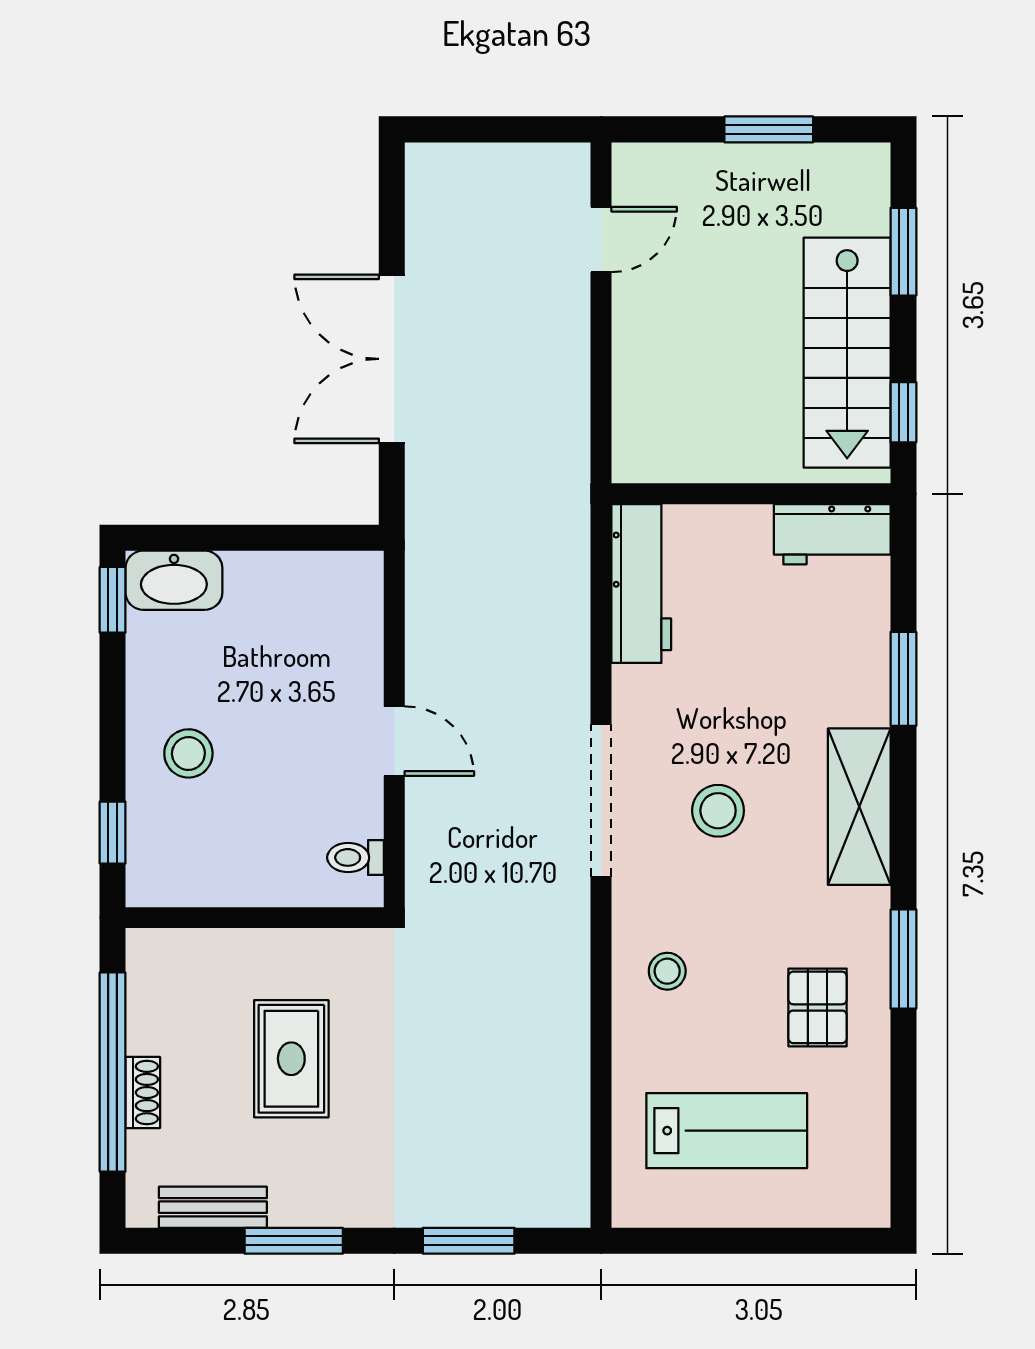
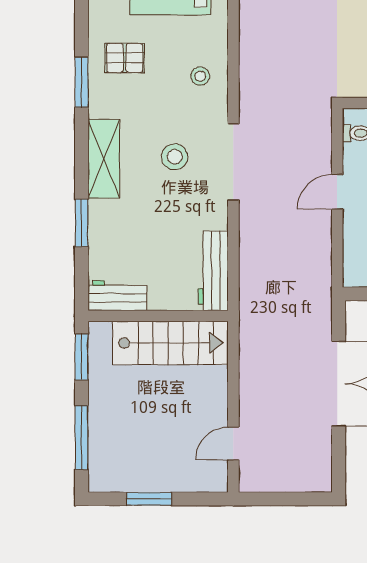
window: (903, 252) -> (82, 437), width x1.44
stairs: (847, 353) -> (170, 343), moved, turned 90
window: (903, 412) -> (82, 357), width x1.50
door: (394, 741) -> (337, 192), hinge flipped
pallet: (818, 1007) -> (125, 58), turned 90

